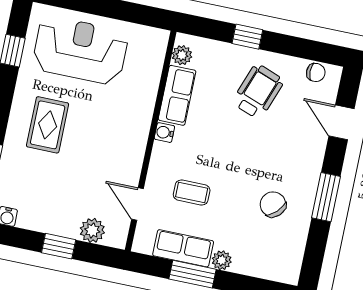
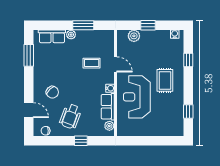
reception desk: (80, 50) -> (137, 97), moved, turned 90
window: (326, 197) -> (29, 55), moved
door: (138, 204) -> (115, 64), moved
chair: (273, 204) -> (52, 92), moved
row of seats: (183, 248) -> (52, 36), moved

